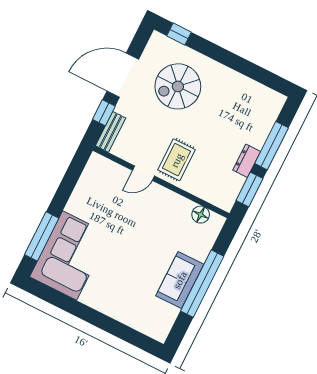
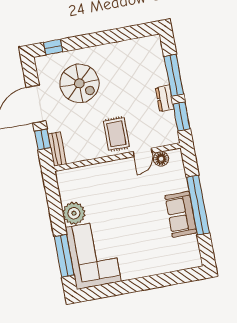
spiral stairs: (178, 86) -> (79, 83), turned -90
door: (143, 173) -> (143, 152), moved
plant: (81, 204) -> (74, 213), added

